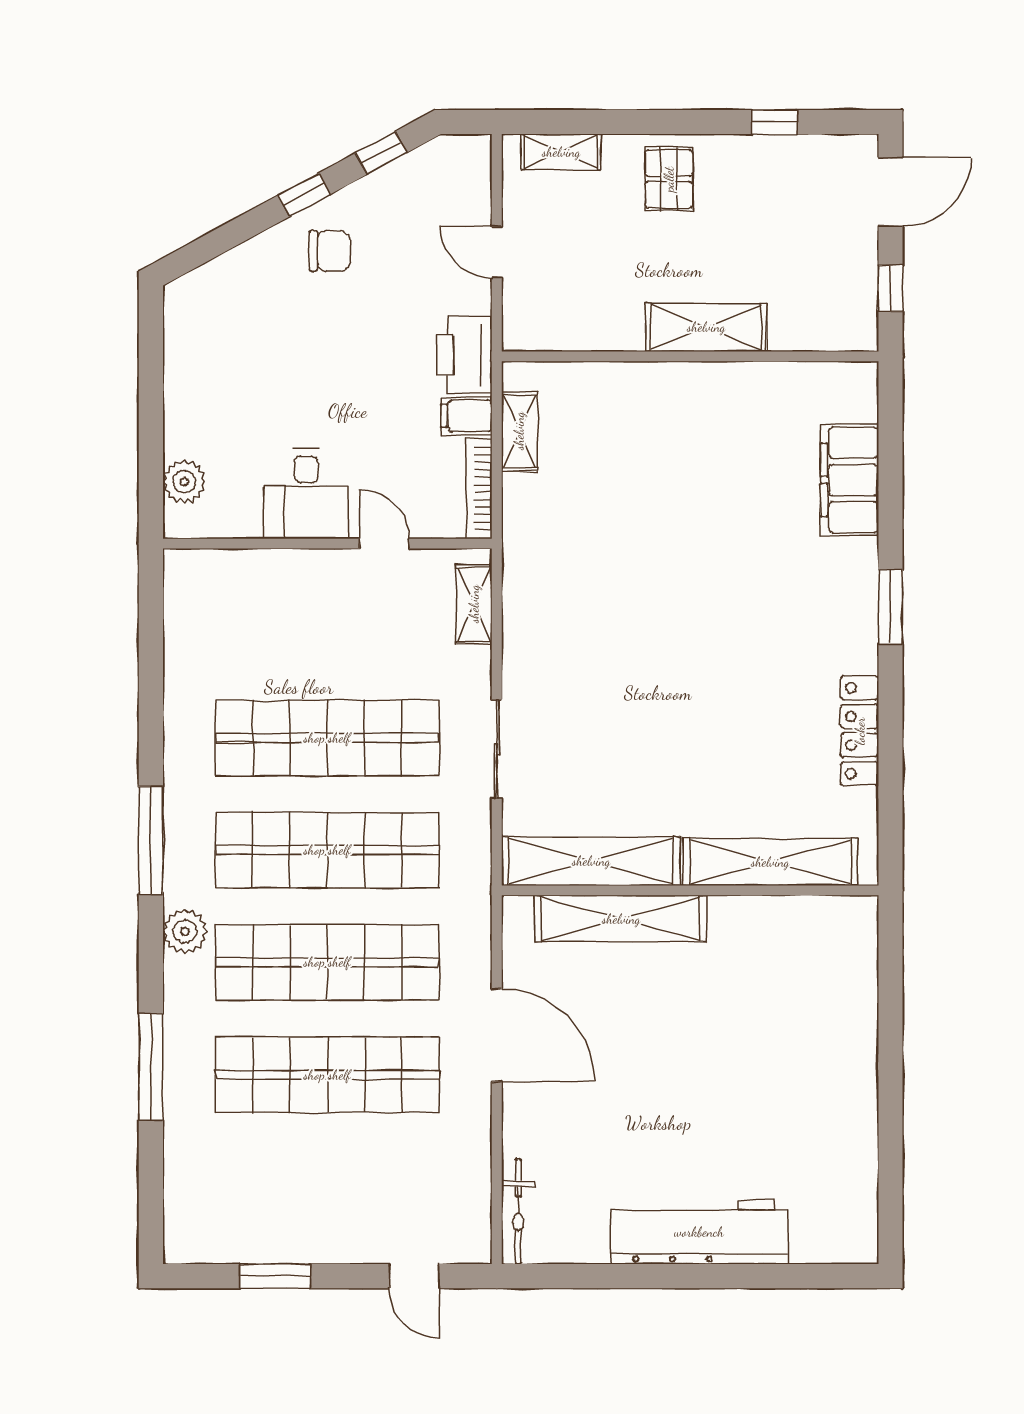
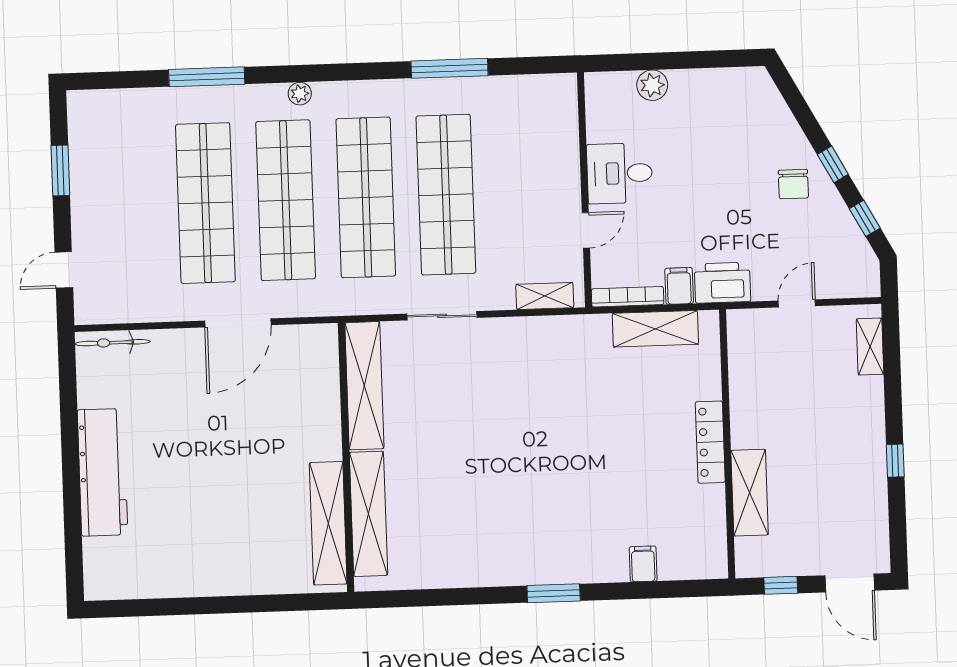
window: (775, 122) -> (895, 461), moved
pallet: (669, 179) -> (853, 424), removed
shelving: (706, 327) -> (750, 493), moved
shelving: (519, 431) -> (655, 329), width x1.50, depth x1.33
filing cabinet: (850, 480) -> (643, 564), width x0.33, depth x0.86
plant: (184, 482) -> (652, 85), moved
locker: (860, 731) -> (710, 442), moved, turned -90
window: (151, 840) -> (450, 68), moved
shelving: (621, 919) -> (328, 523), moved
plant: (185, 931) -> (300, 94), width x0.73, depth x0.73

